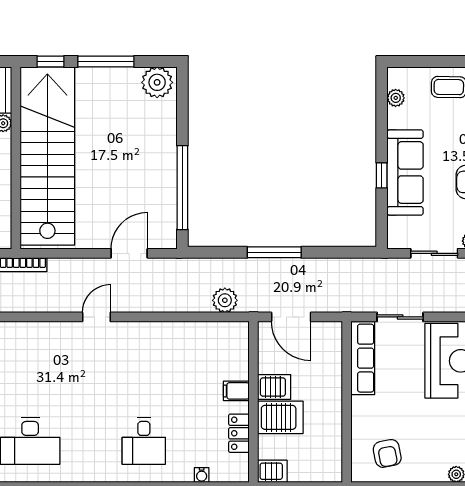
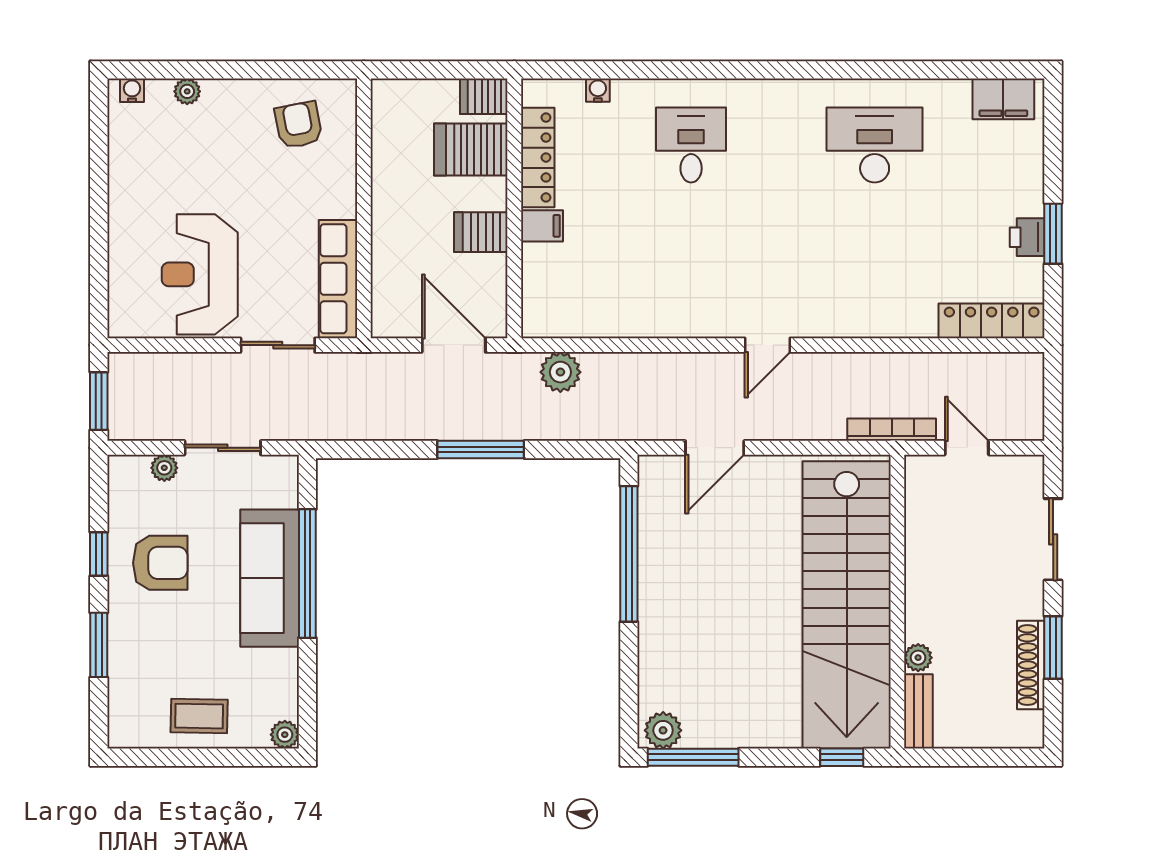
window: (106, 61) -> (693, 757), moved
plant: (157, 82) -> (663, 730), width x0.73, depth x0.73
plant: (396, 98) -> (285, 735), moved
window: (382, 175) -> (307, 574), width x3.17
server rack: (280, 417) -> (471, 149), moved
locker: (239, 433) -> (538, 158), width x1.53

